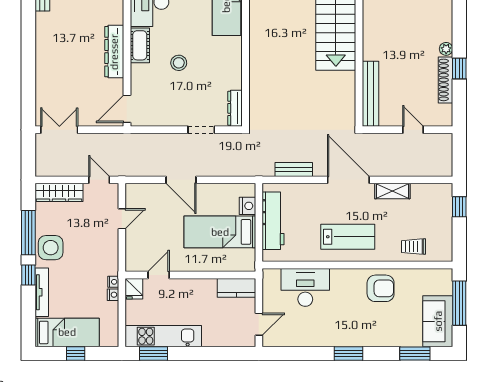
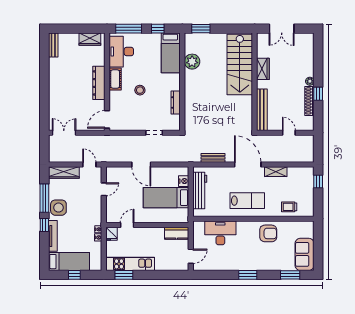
plant: (261, 18) -> (192, 62), added
wardrobe: (372, 29) -> (263, 69), added
dresser: (235, 108) -> (176, 103), moved
window: (459, 303) -> (318, 243), removed

